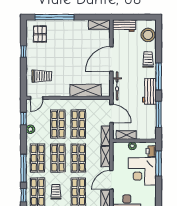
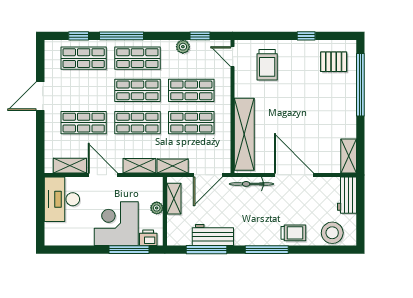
shelving: (86, 90) -> (244, 134), width x1.47
workbench: (149, 91) -> (213, 235), moved
trolley: (56, 192) -> (84, 87), removed

